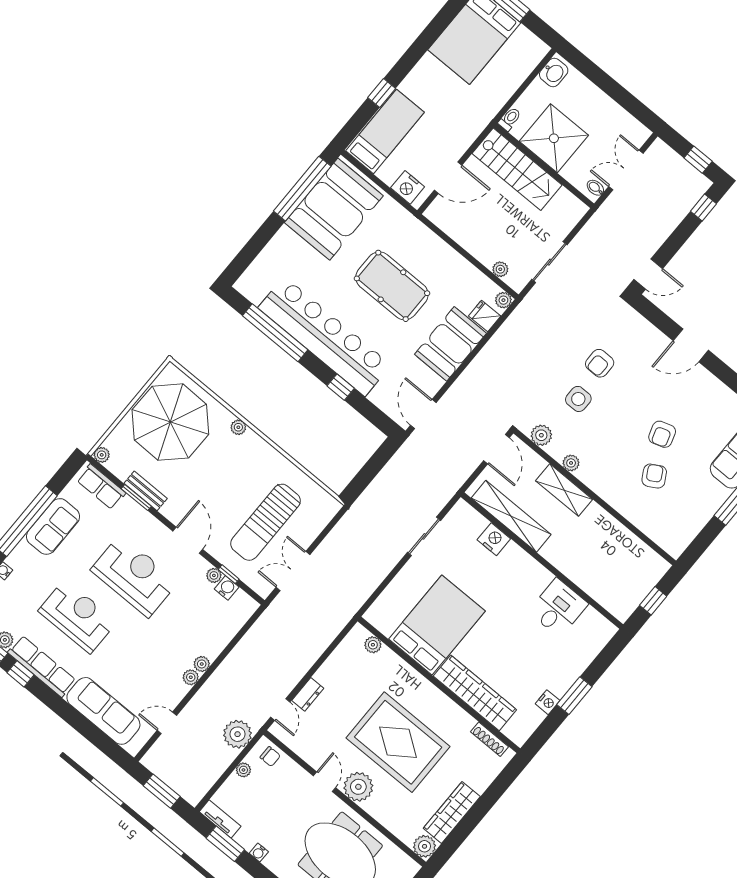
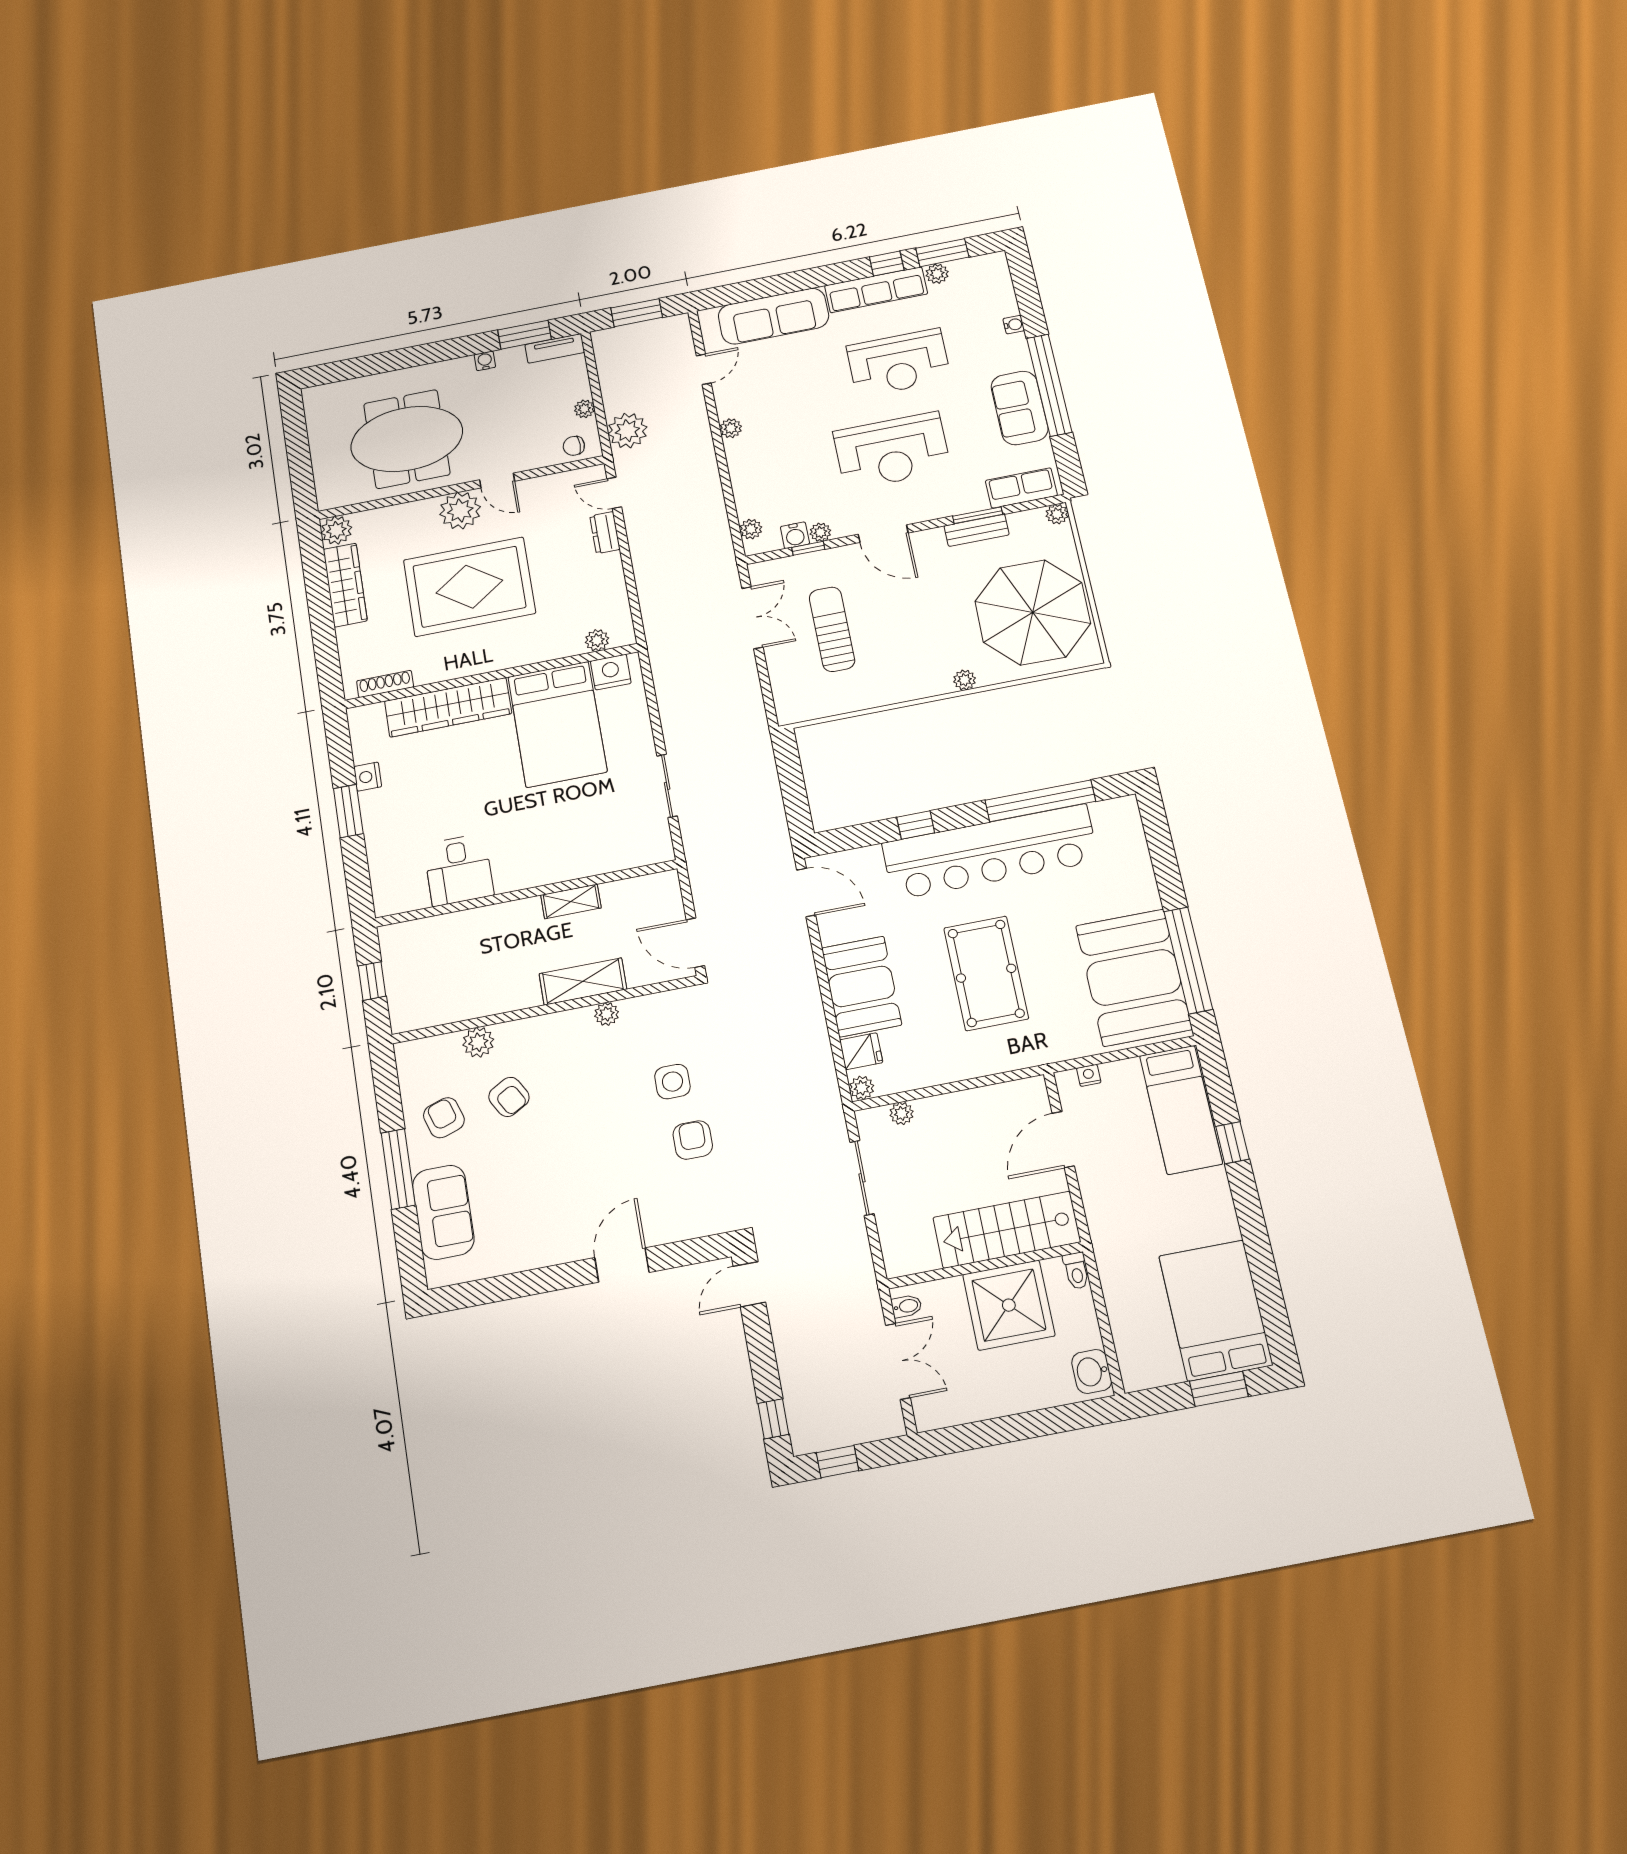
nightstand: (408, 187) -> (1089, 1075), width x0.53, depth x0.56
pool table: (392, 286) -> (986, 973), turned 90
armchair: (662, 434) -> (444, 1118), moved
plant: (541, 435) -> (478, 1042), moved
shelving: (511, 516) -> (571, 901), width x0.45, depth x0.75
sun lounger: (265, 522) -> (832, 629), width x0.73, depth x0.75
nightstand: (494, 539) -> (611, 672), moved, turned 180
plant: (202, 664) -> (751, 529), moved

